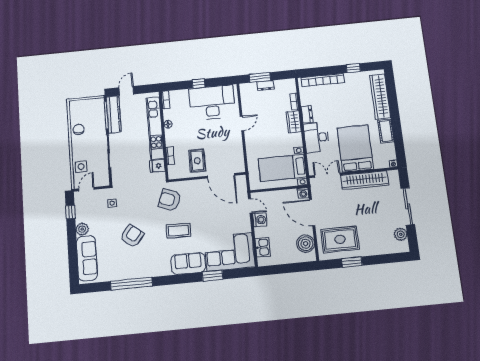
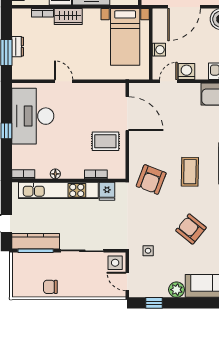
side table: (81, 167) -> (115, 263), moved
door: (221, 176) -> (127, 114), hinge flipped
washing machine: (303, 193) -> (159, 50), moved

